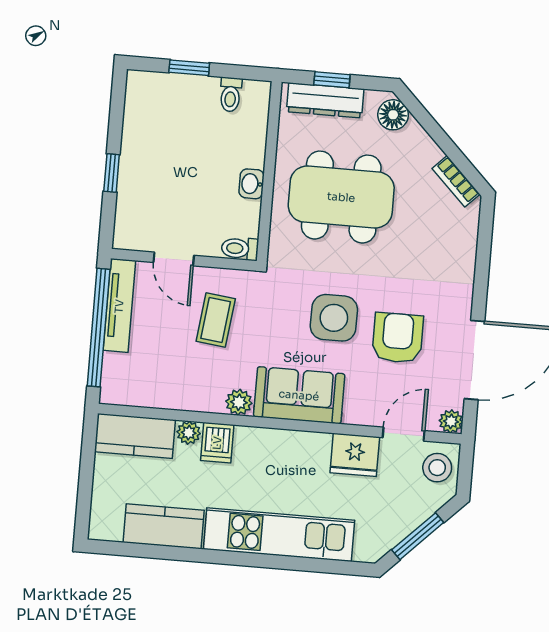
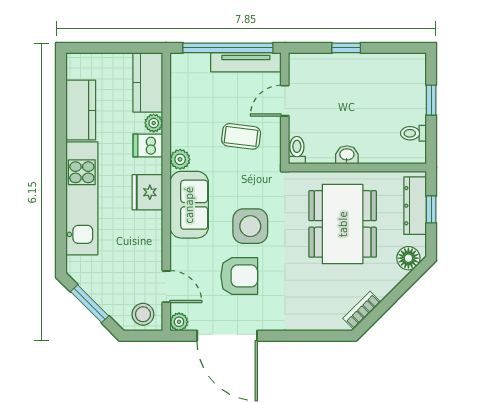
fridge: (355, 455) -> (147, 192), moved

